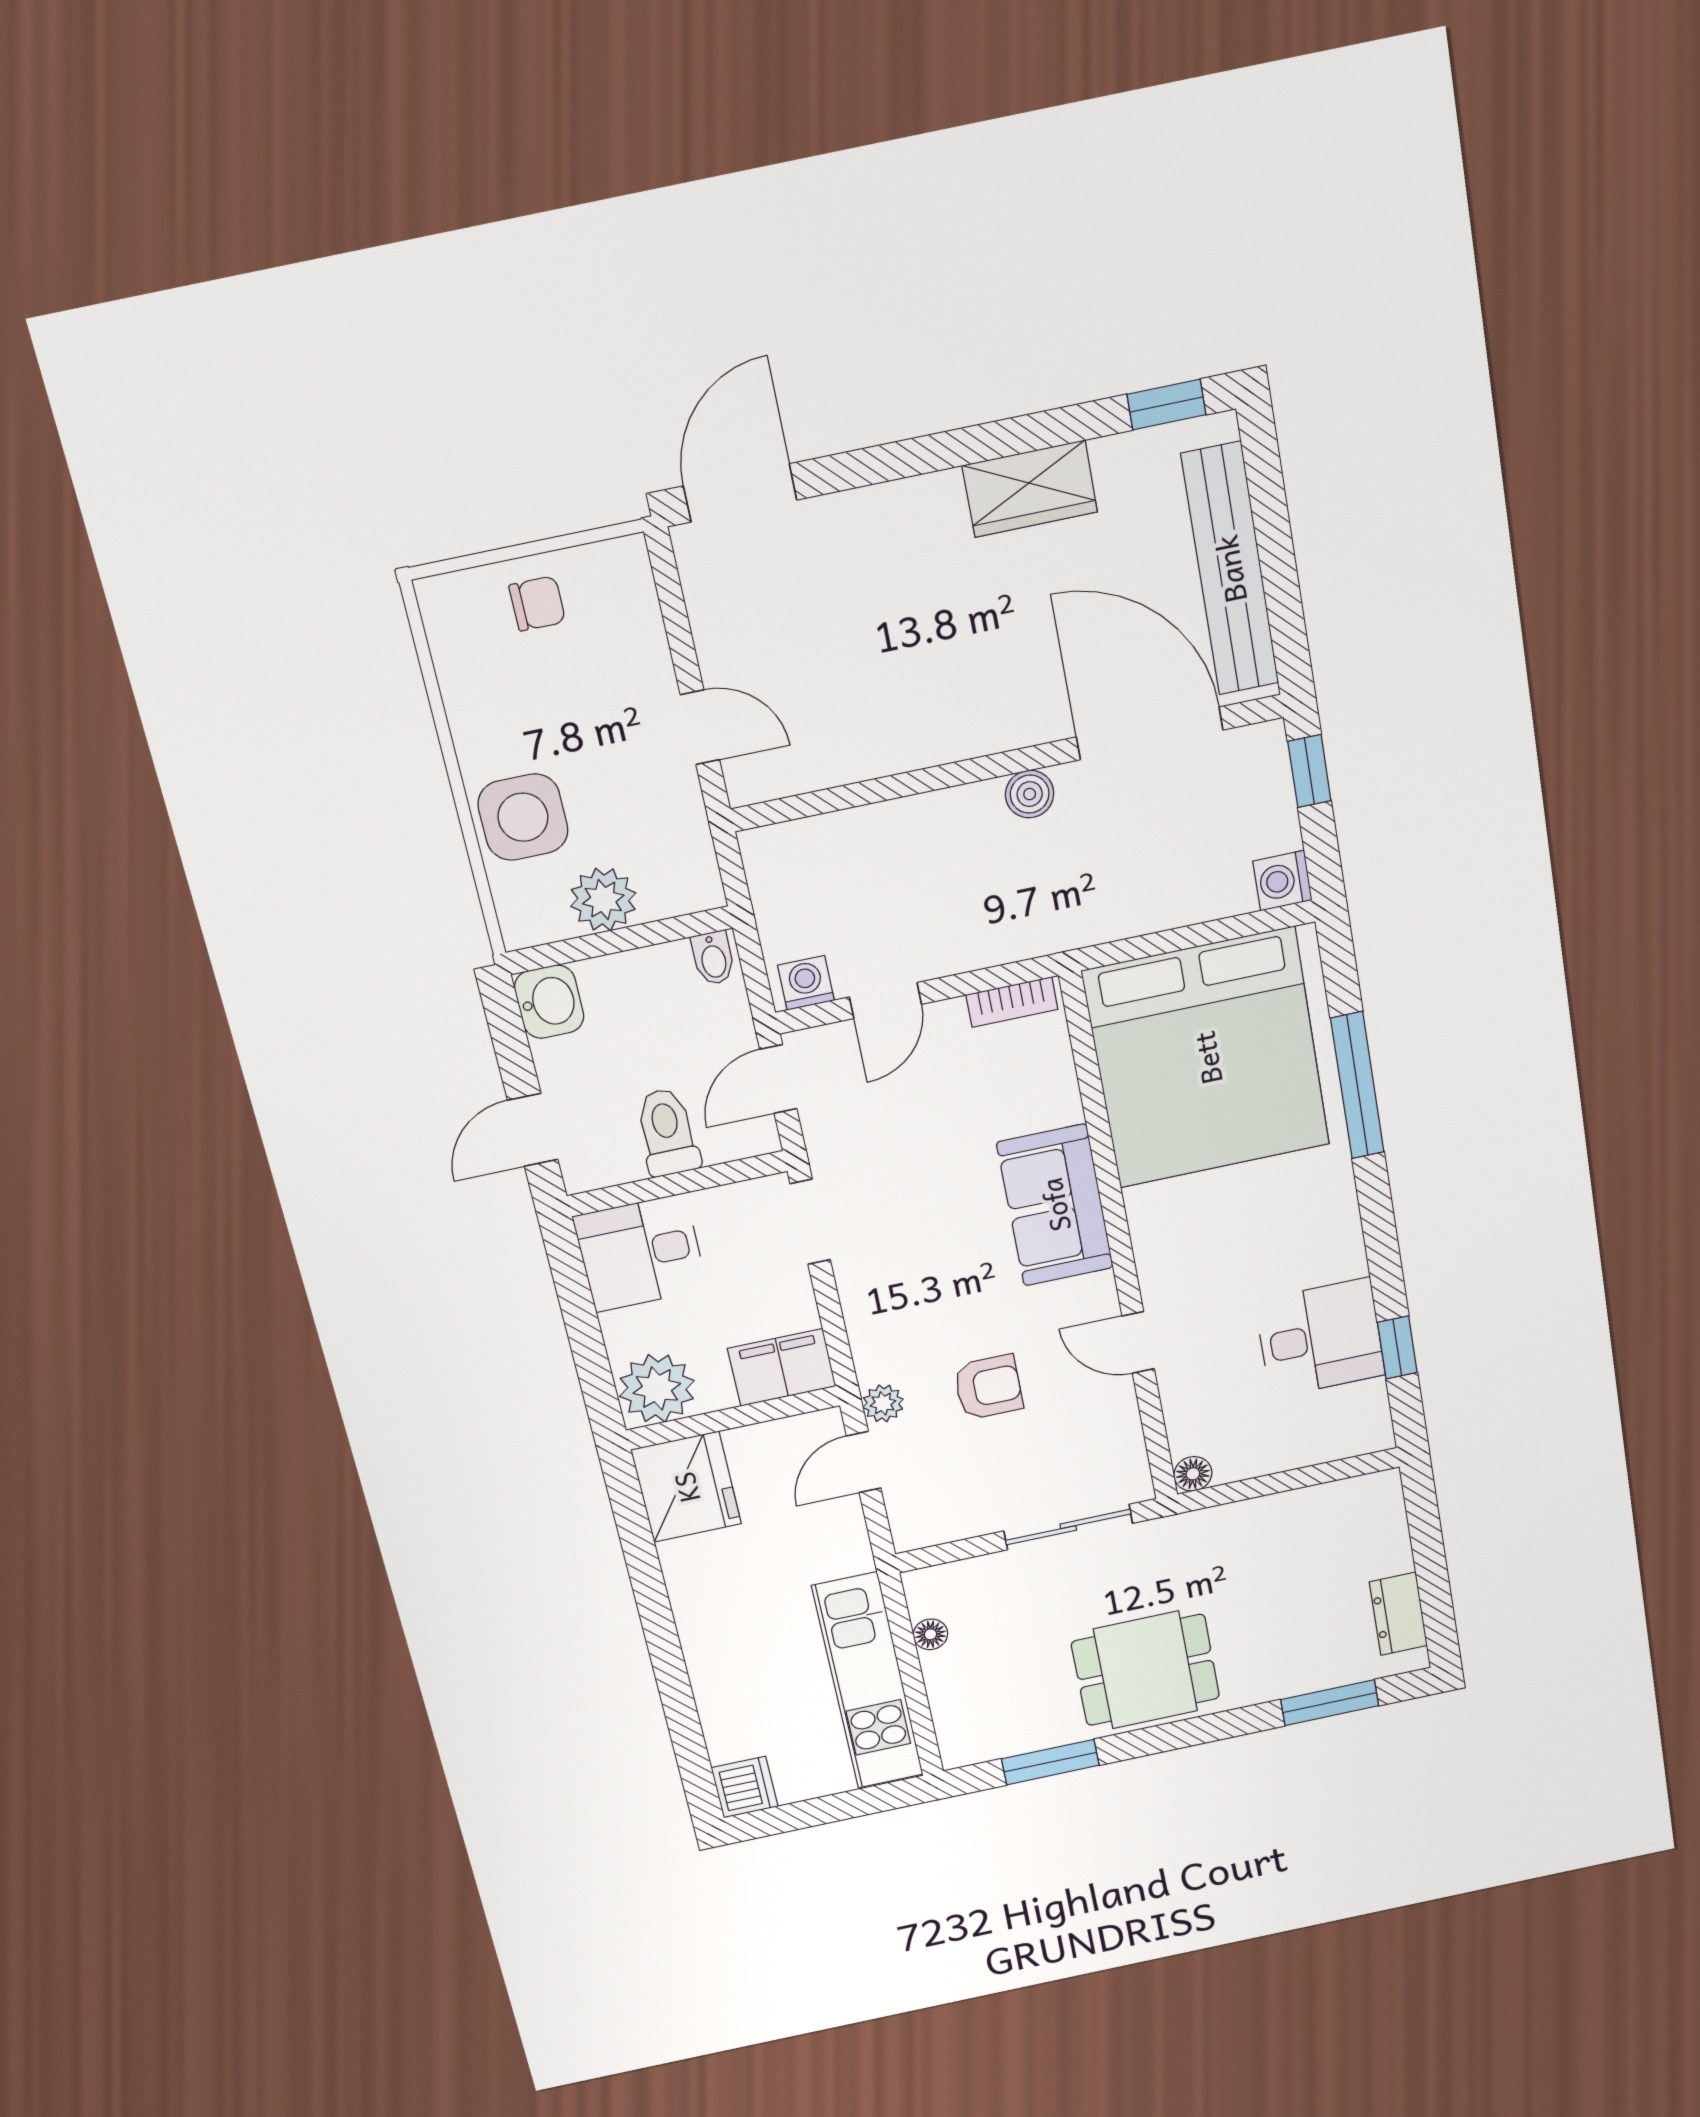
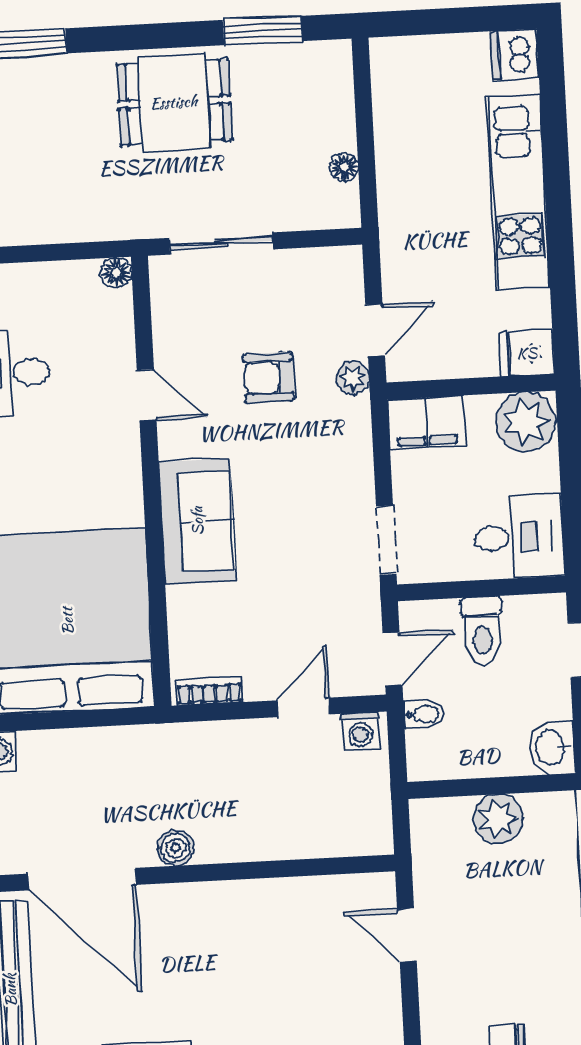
side table: (523, 817) -> (545, 889), removed
bidet: (713, 958) -> (424, 714), moved, turned 90
fridge: (686, 1487) -> (527, 353), width x0.53, depth x0.75
kitchen unit: (868, 1681) -> (518, 192), moved, turned 180

